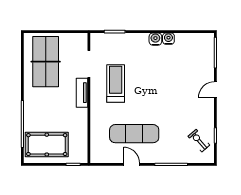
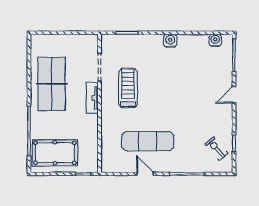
water cooler: (168, 39) -> (215, 40), moved
table tennis table: (46, 62) -> (52, 84), moved

